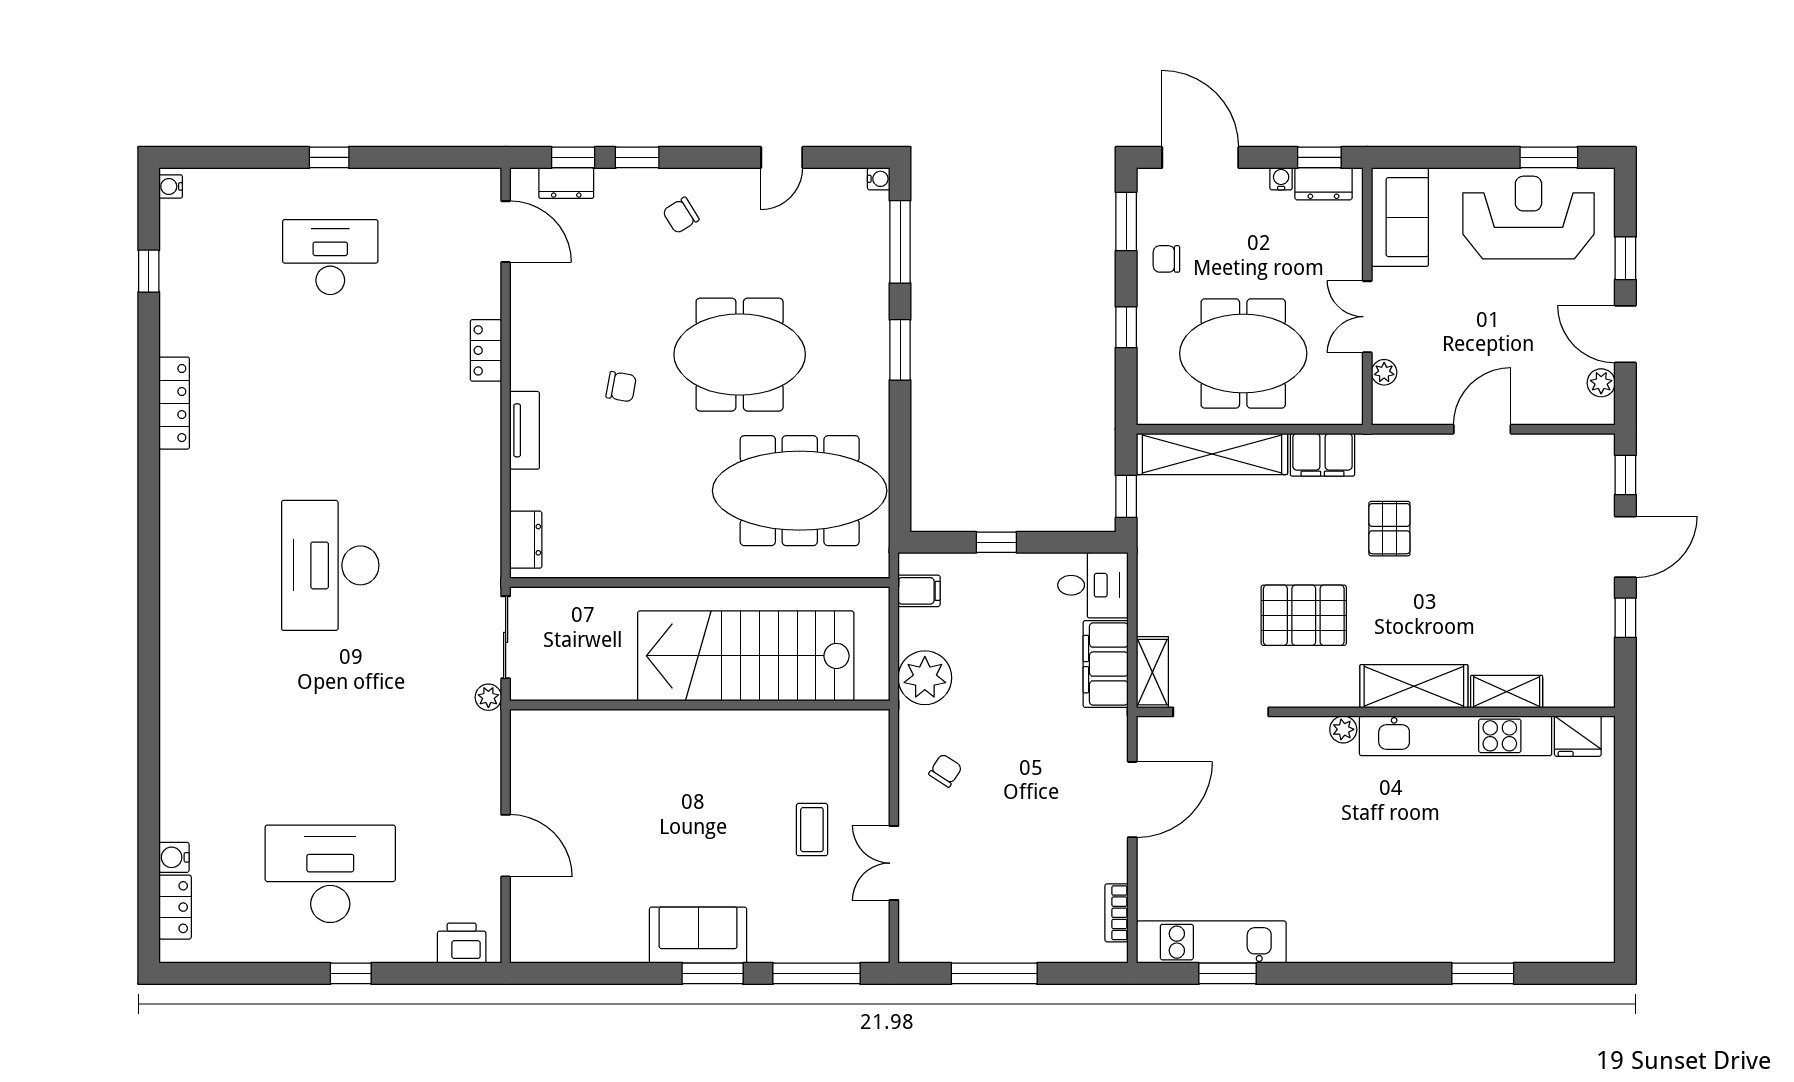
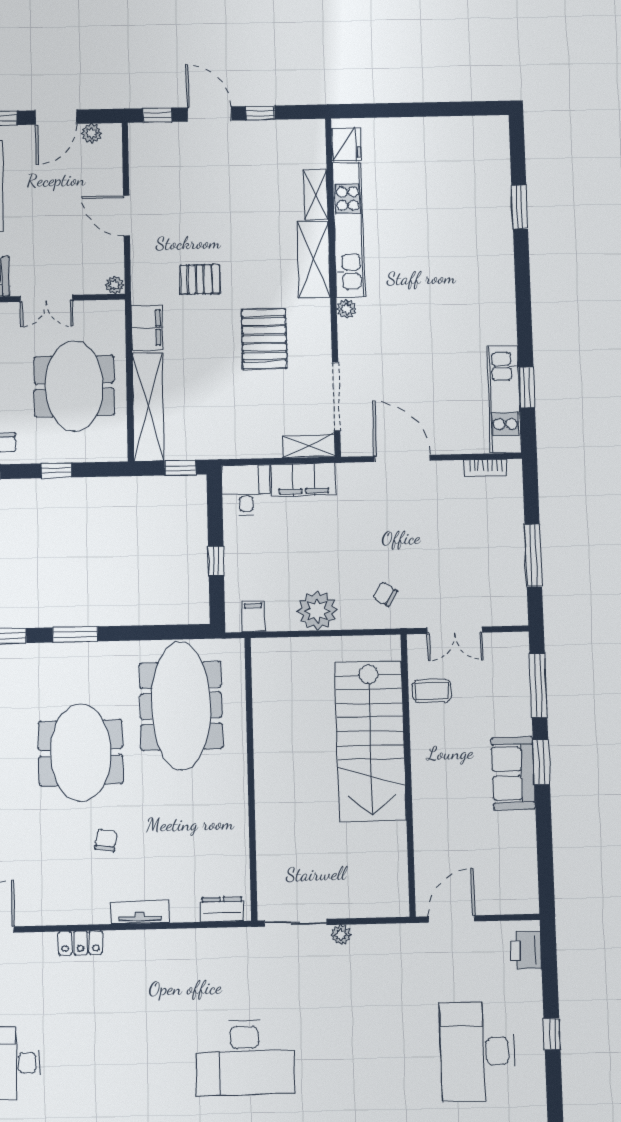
plant: (1384, 372) -> (115, 285), moved
stairs: (746, 656) -> (370, 741), moved
wall: (700, 705) -> (408, 775), moved

